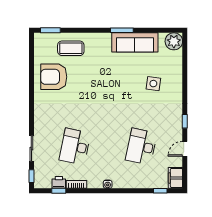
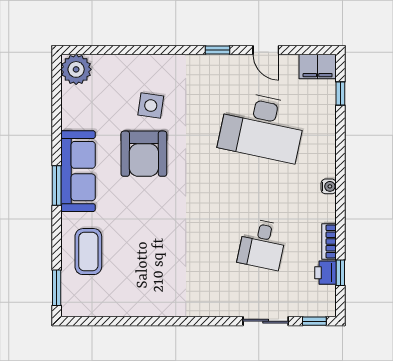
window: (122, 30) -> (57, 186), moved
sofa: (135, 42) -> (78, 171), moved
armchair: (54, 77) -> (144, 154), moved
desk: (75, 147) -> (262, 244), width x0.73
desk: (141, 147) -> (262, 127), width x1.36, depth x1.30

